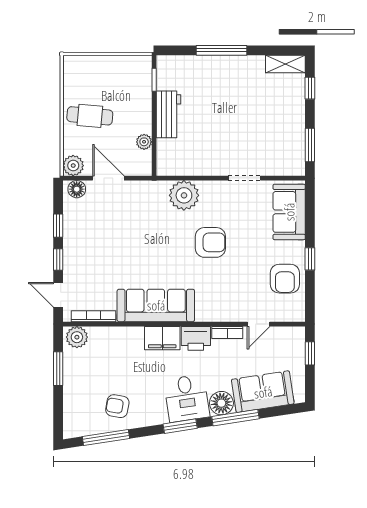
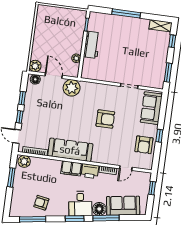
cafe table: (90, 116) -> (48, 40), removed
plant: (184, 195) -> (72, 88), moved

